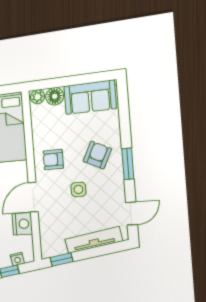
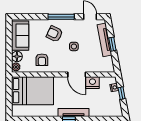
armchair: (53, 160) -> (42, 60), moved
window: (128, 164) -> (61, 17), width x1.44
window: (62, 260) -> (112, 44), moved

